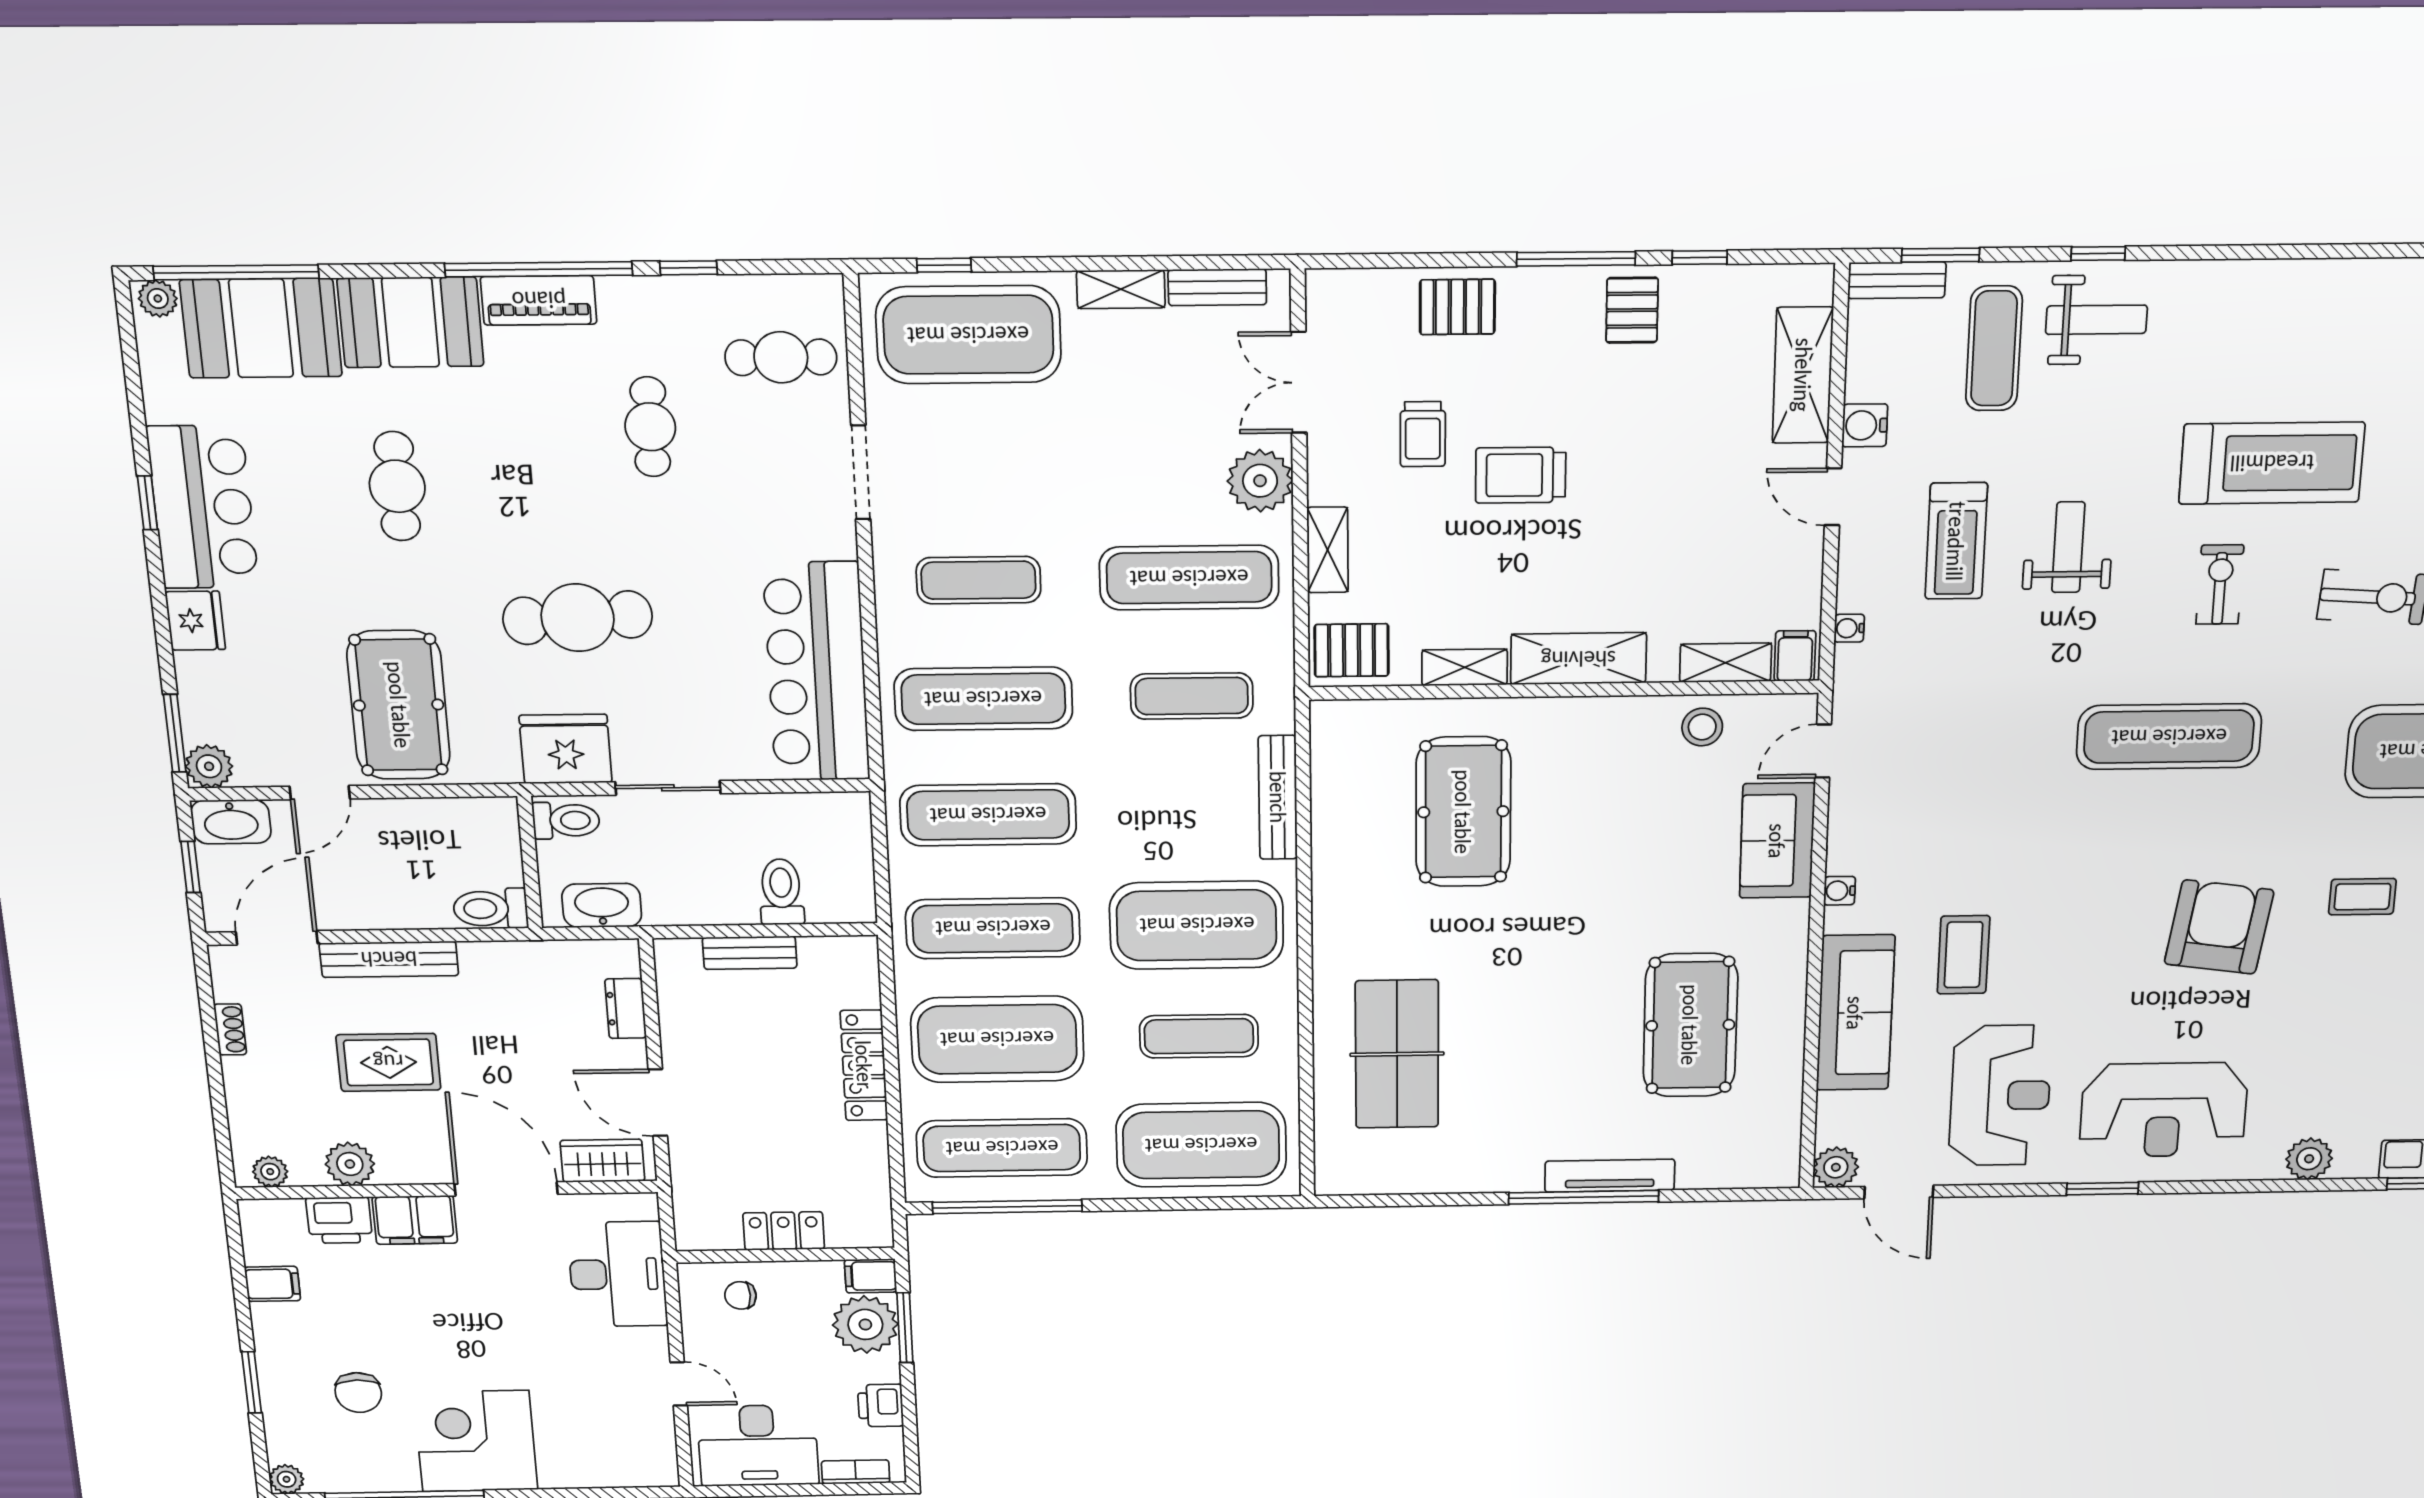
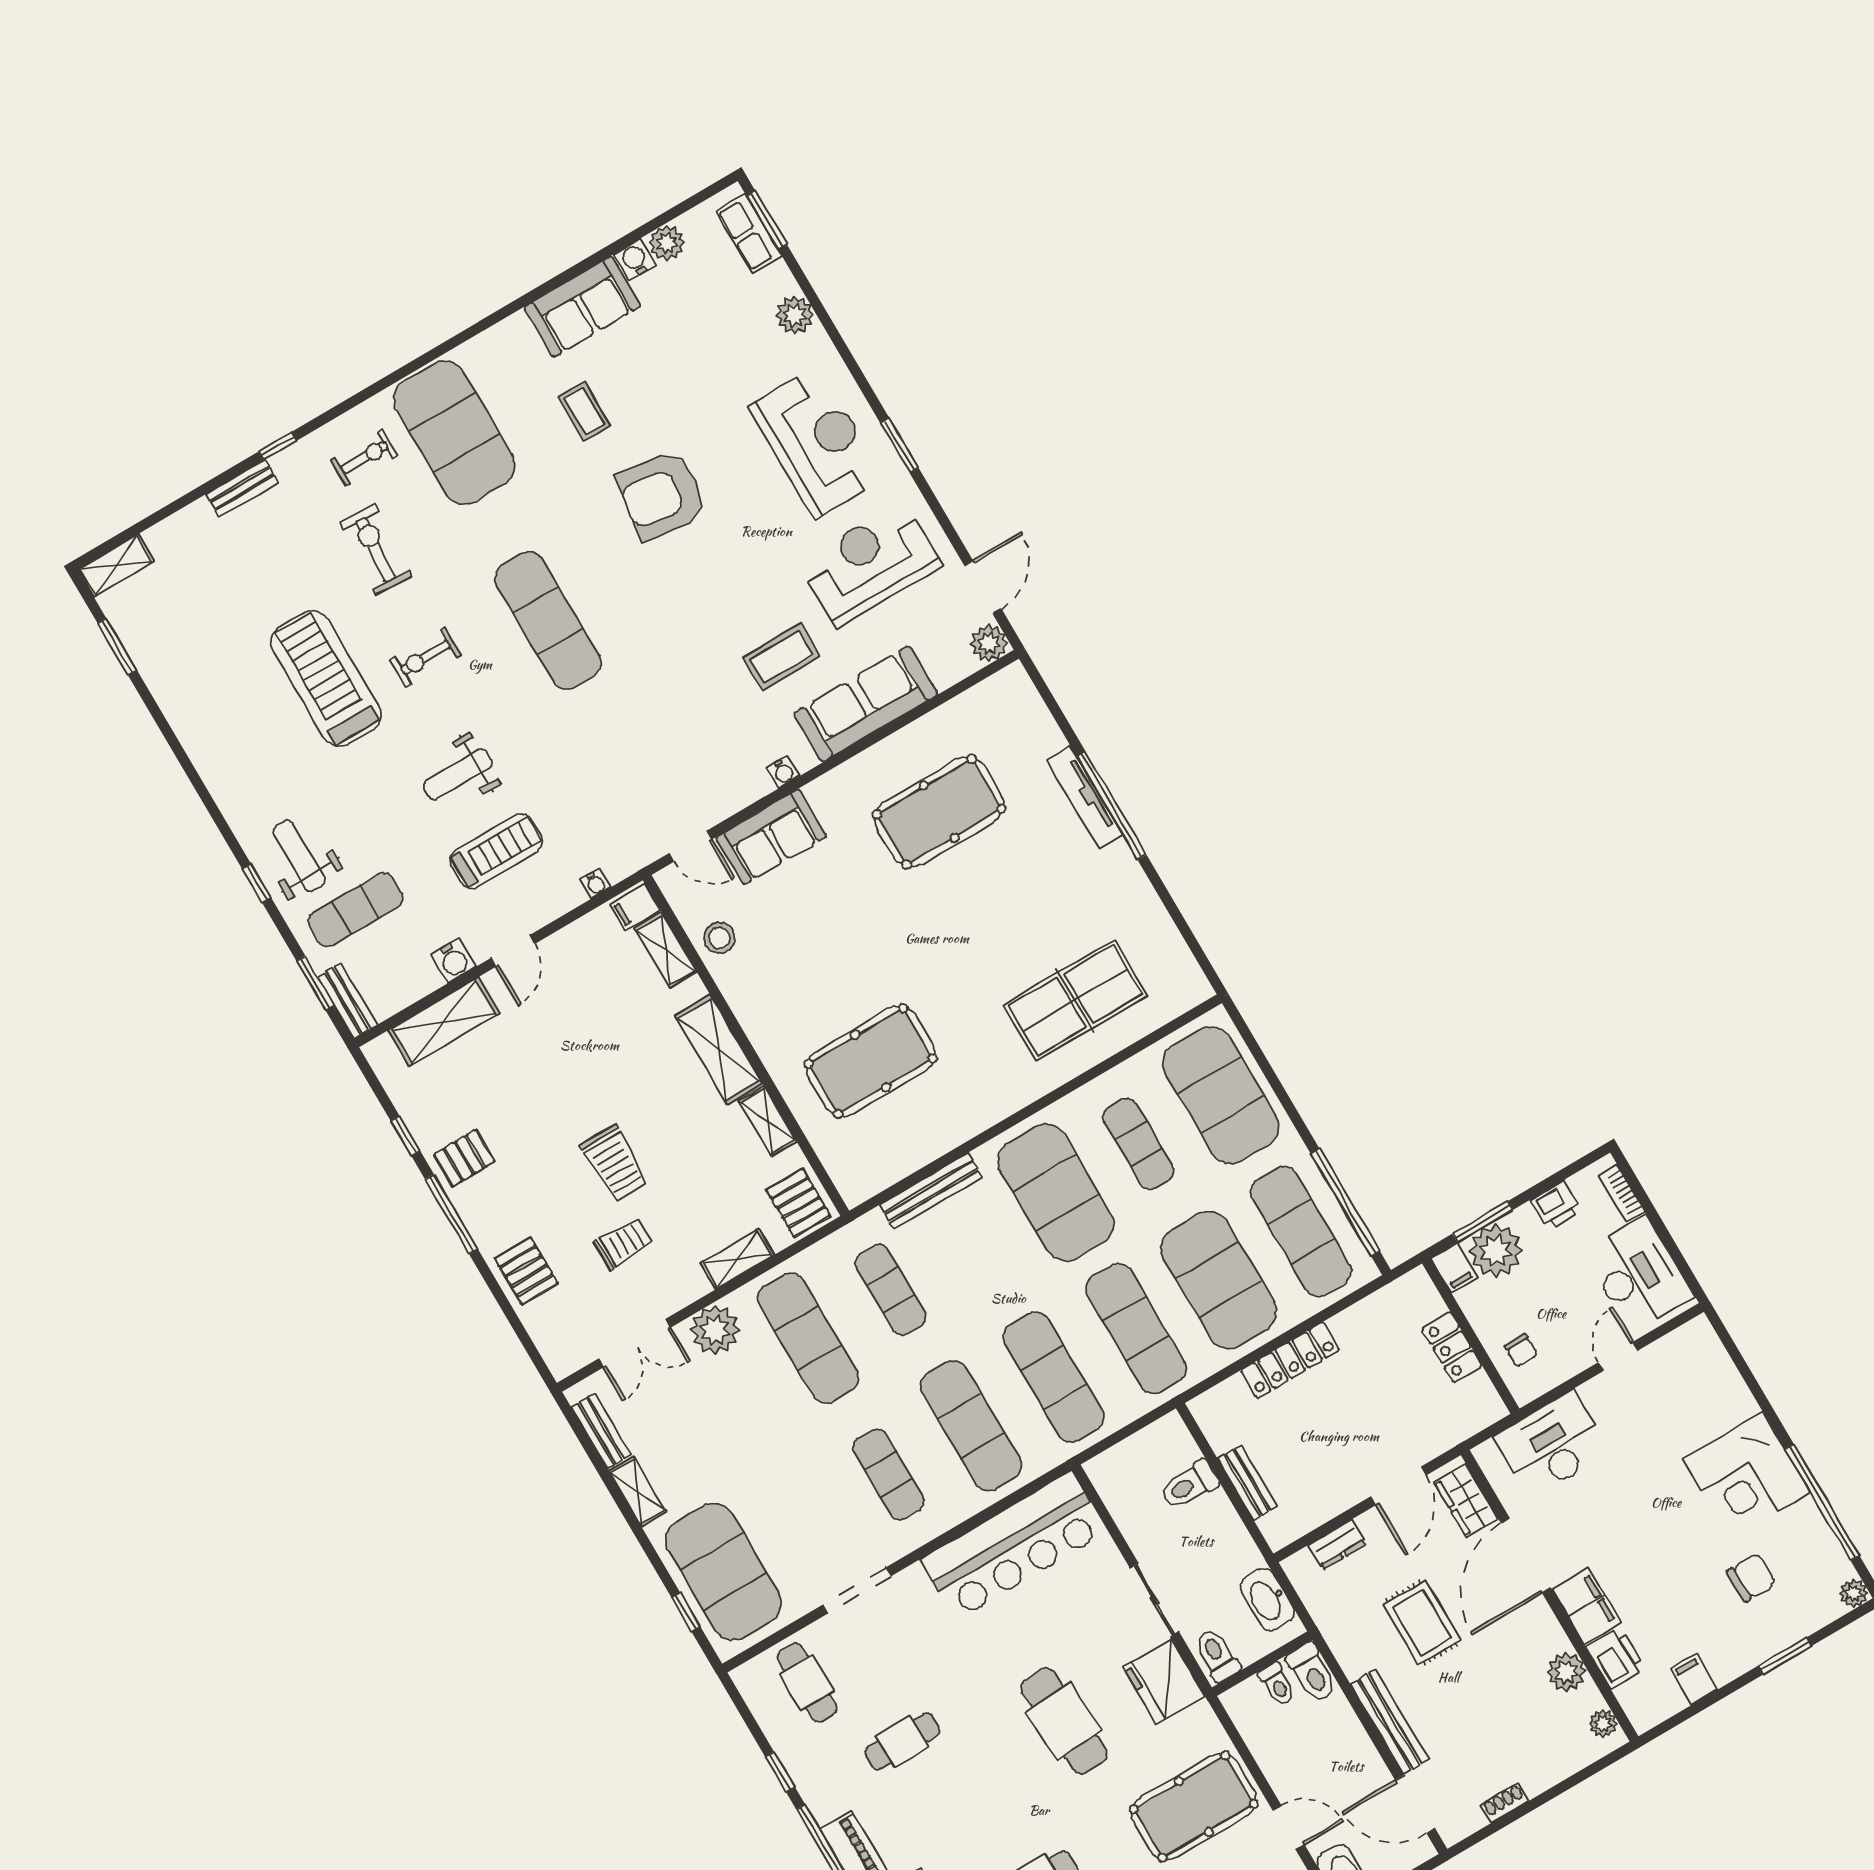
toilet: (497, 866) -> (1277, 1684), added
rug: (388, 1062) -> (1422, 1622), moved

